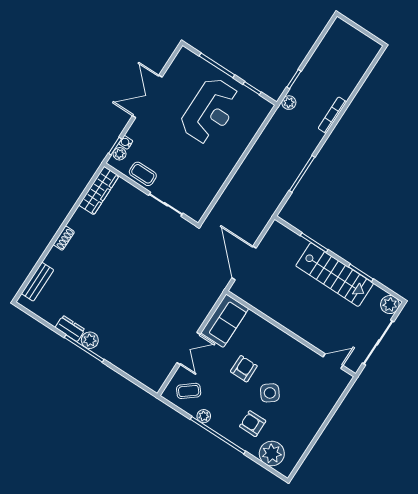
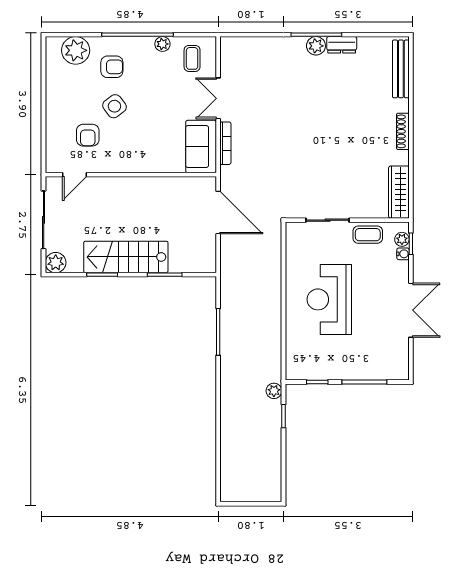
reception desk: (210, 111) -> (329, 299), moved
bookcase: (332, 115) -> (225, 143), moved
shoe rack: (64, 238) -> (403, 131), width x1.43
bench: (38, 282) -> (401, 69), width x1.36
armchair: (244, 369) -> (88, 135), moved
coffee table: (189, 391) -> (192, 58), turned -51

